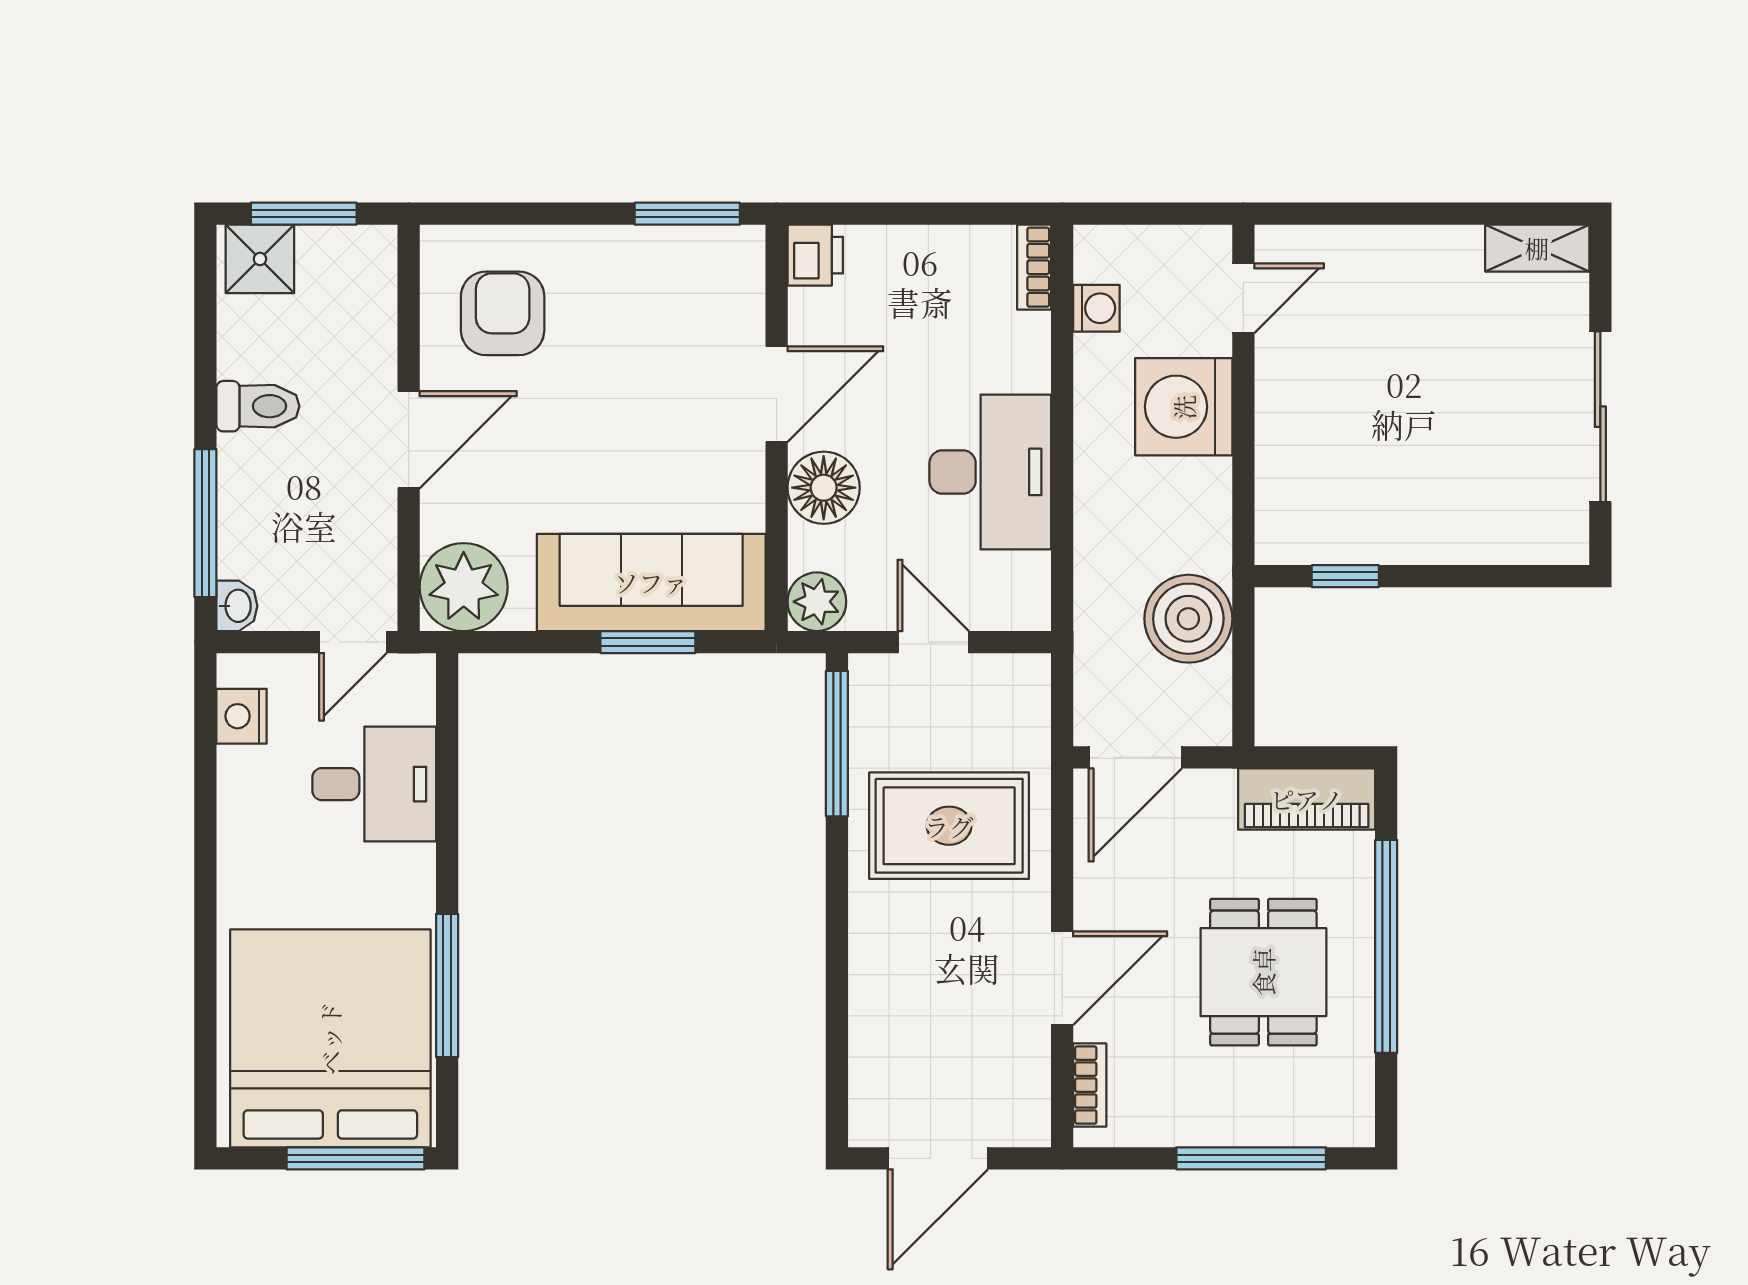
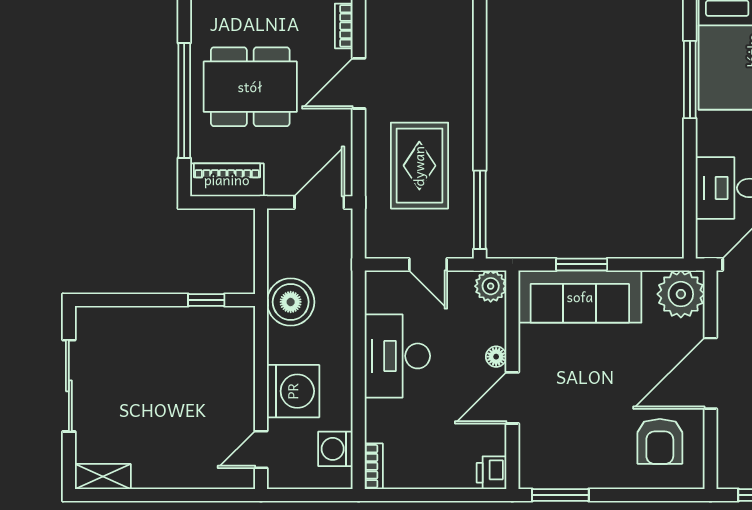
washing machine: (1096, 308) -> (335, 449), width x1.38, depth x1.38
door: (409, 440) -> (710, 373), width x1.36
floor lamp: (824, 488) -> (496, 357), width x0.53, depth x0.53
boiler: (1188, 619) -> (291, 302), moved
rug: (949, 826) -> (419, 166), turned 90
dining table: (1263, 972) -> (250, 87), width x1.38

